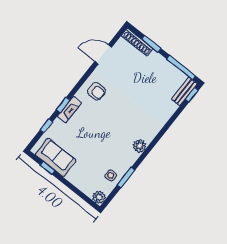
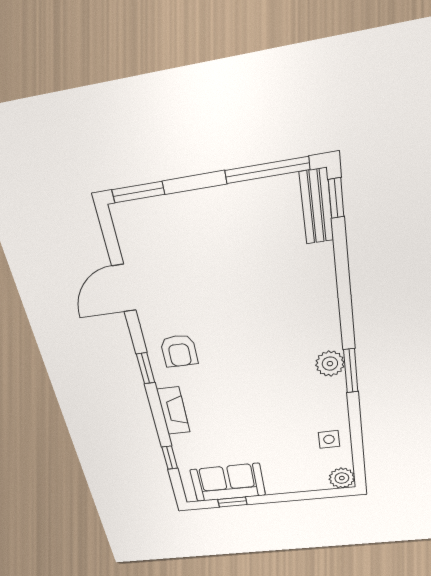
shoe rack: (137, 42) -> (149, 210), removed
window: (151, 44) -> (138, 192), moved
armchair: (96, 91) -> (179, 351), turned 90
window: (63, 105) -> (146, 368), moved
window: (126, 178) -> (351, 371), moved

